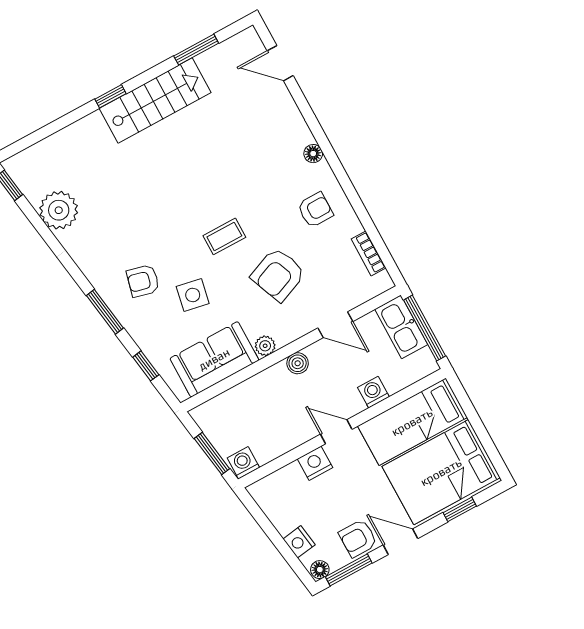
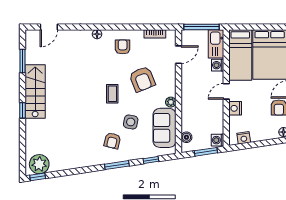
plant: (59, 210) -> (39, 164), moved
door: (335, 325) -> (178, 55), moved
kitchen sink: (401, 327) -> (216, 44), moved, turned 90
boiler: (298, 363) -> (186, 137), moved
nightstand: (299, 542) -> (244, 138), moved

